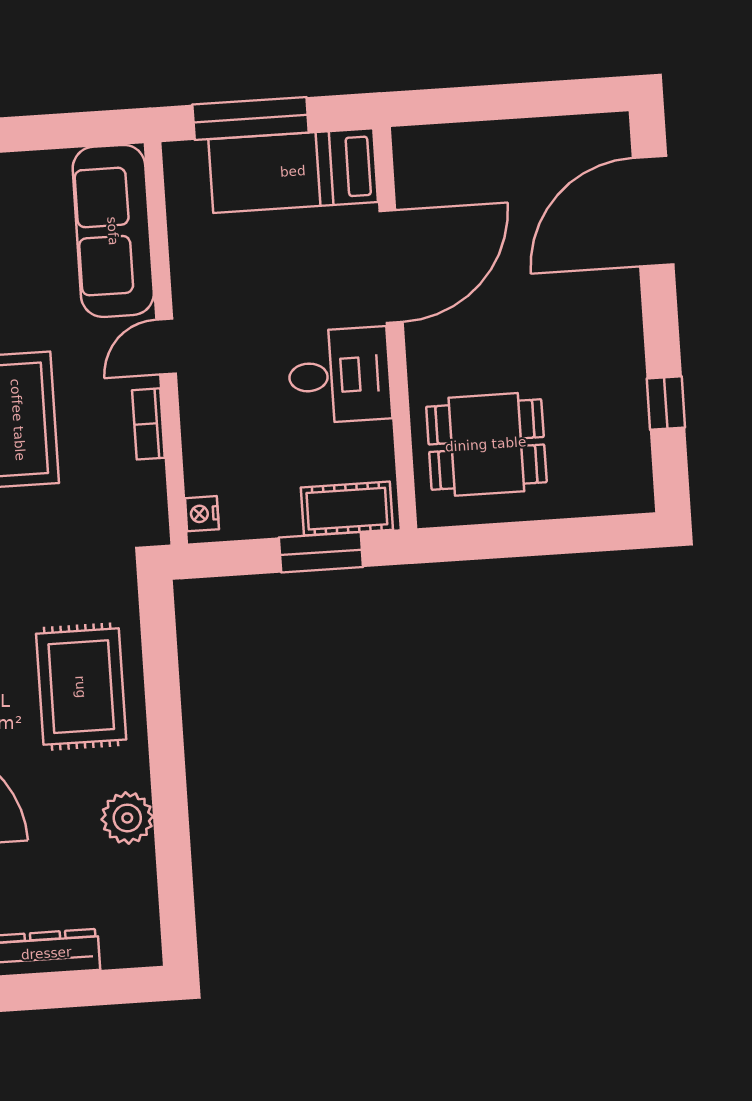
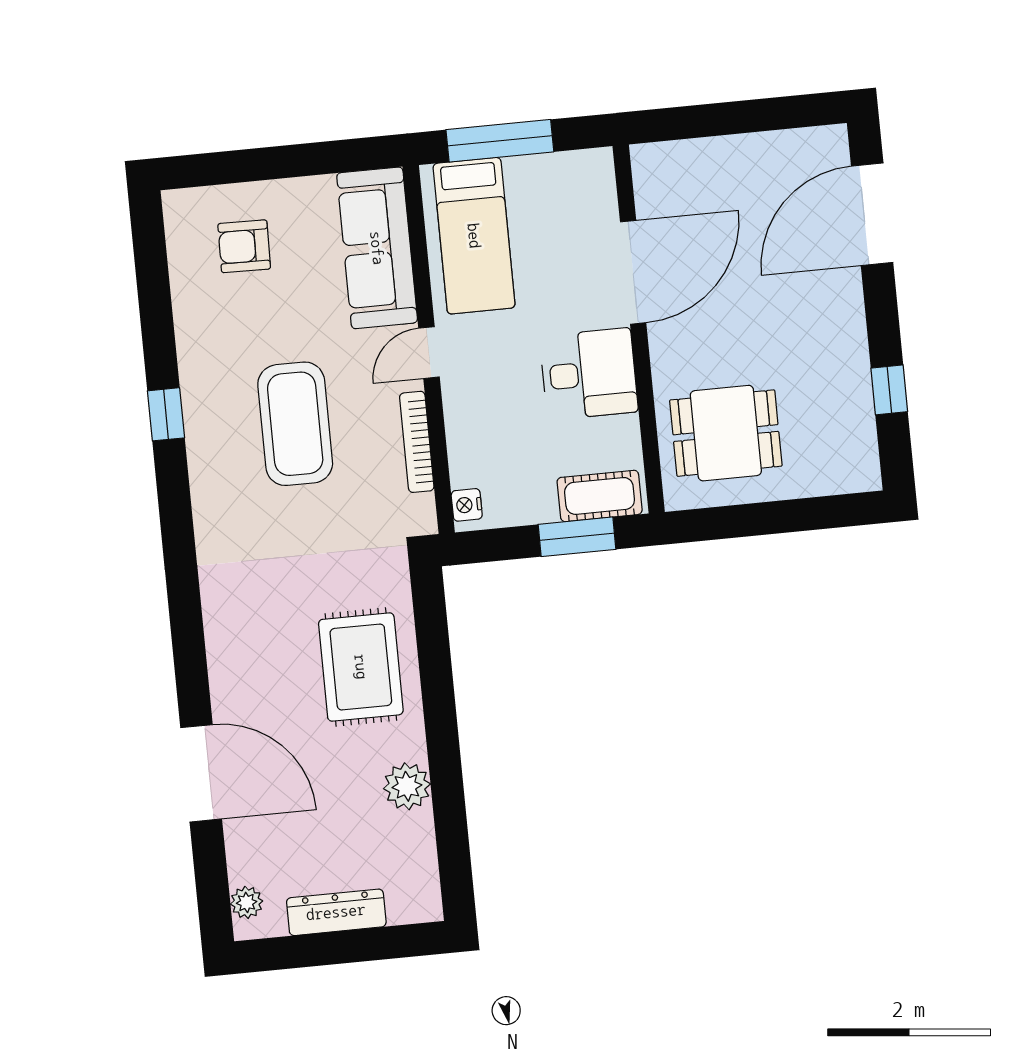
bed: (293, 171) -> (474, 236), moved, turned -90
bookcase: (148, 424) -> (417, 442), width x1.56

